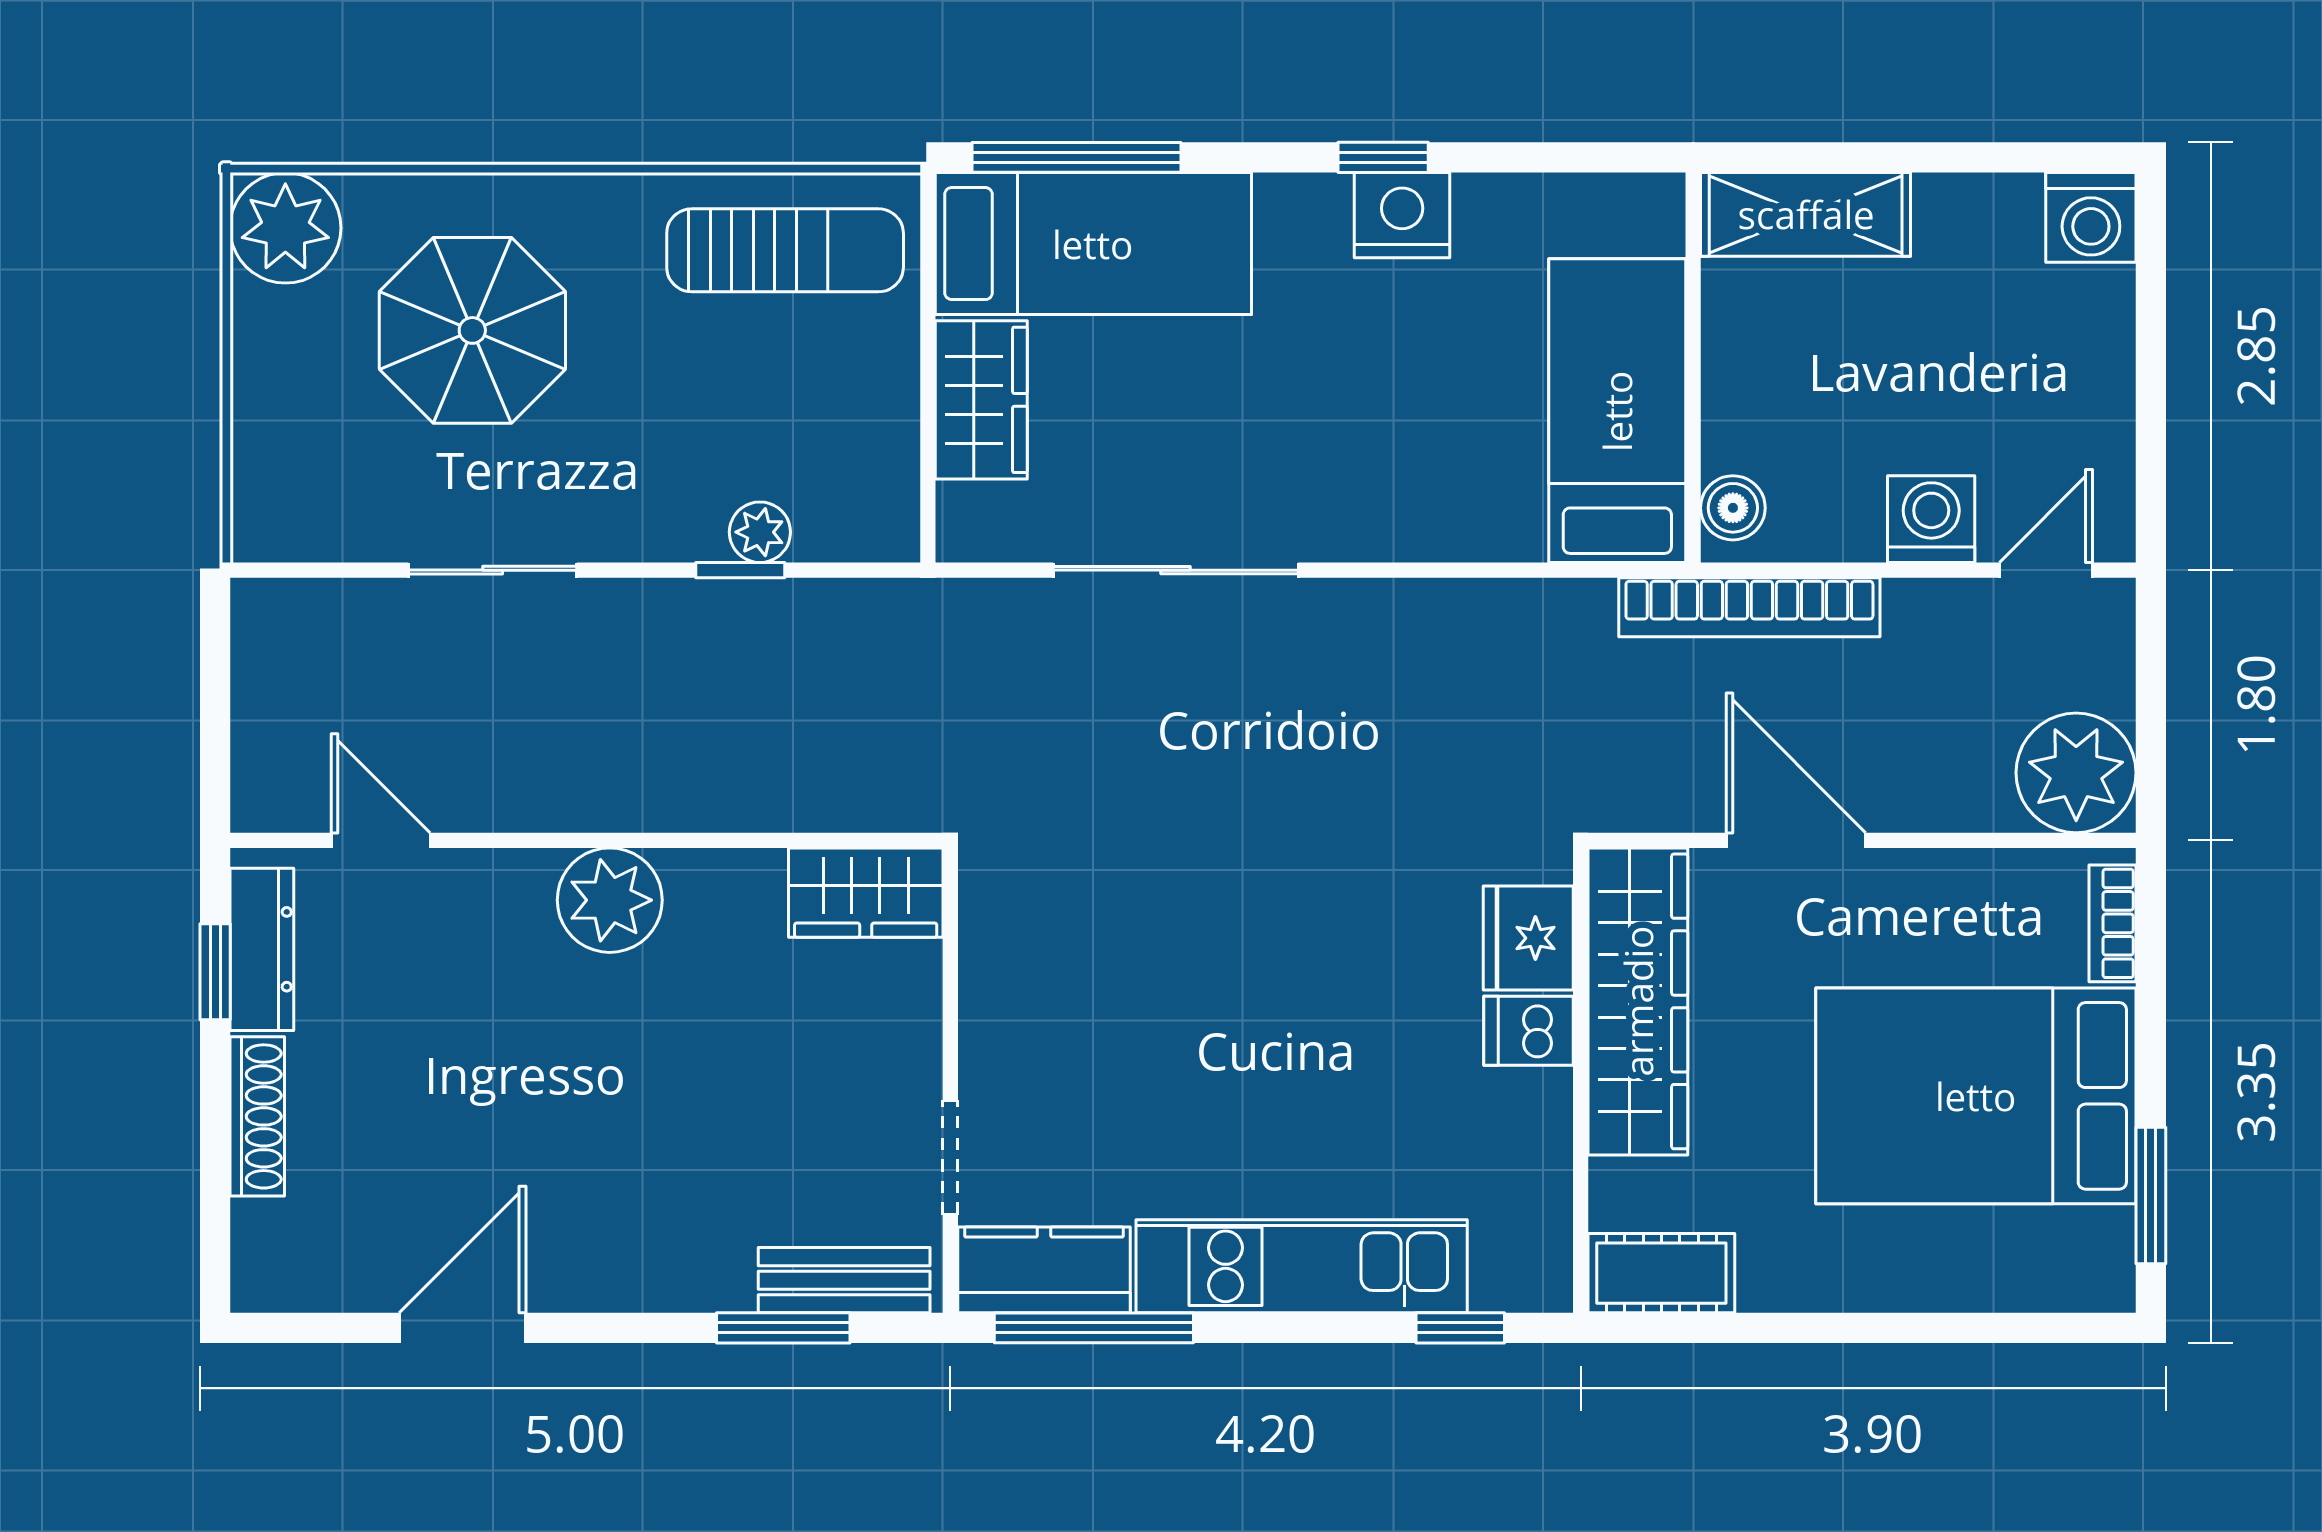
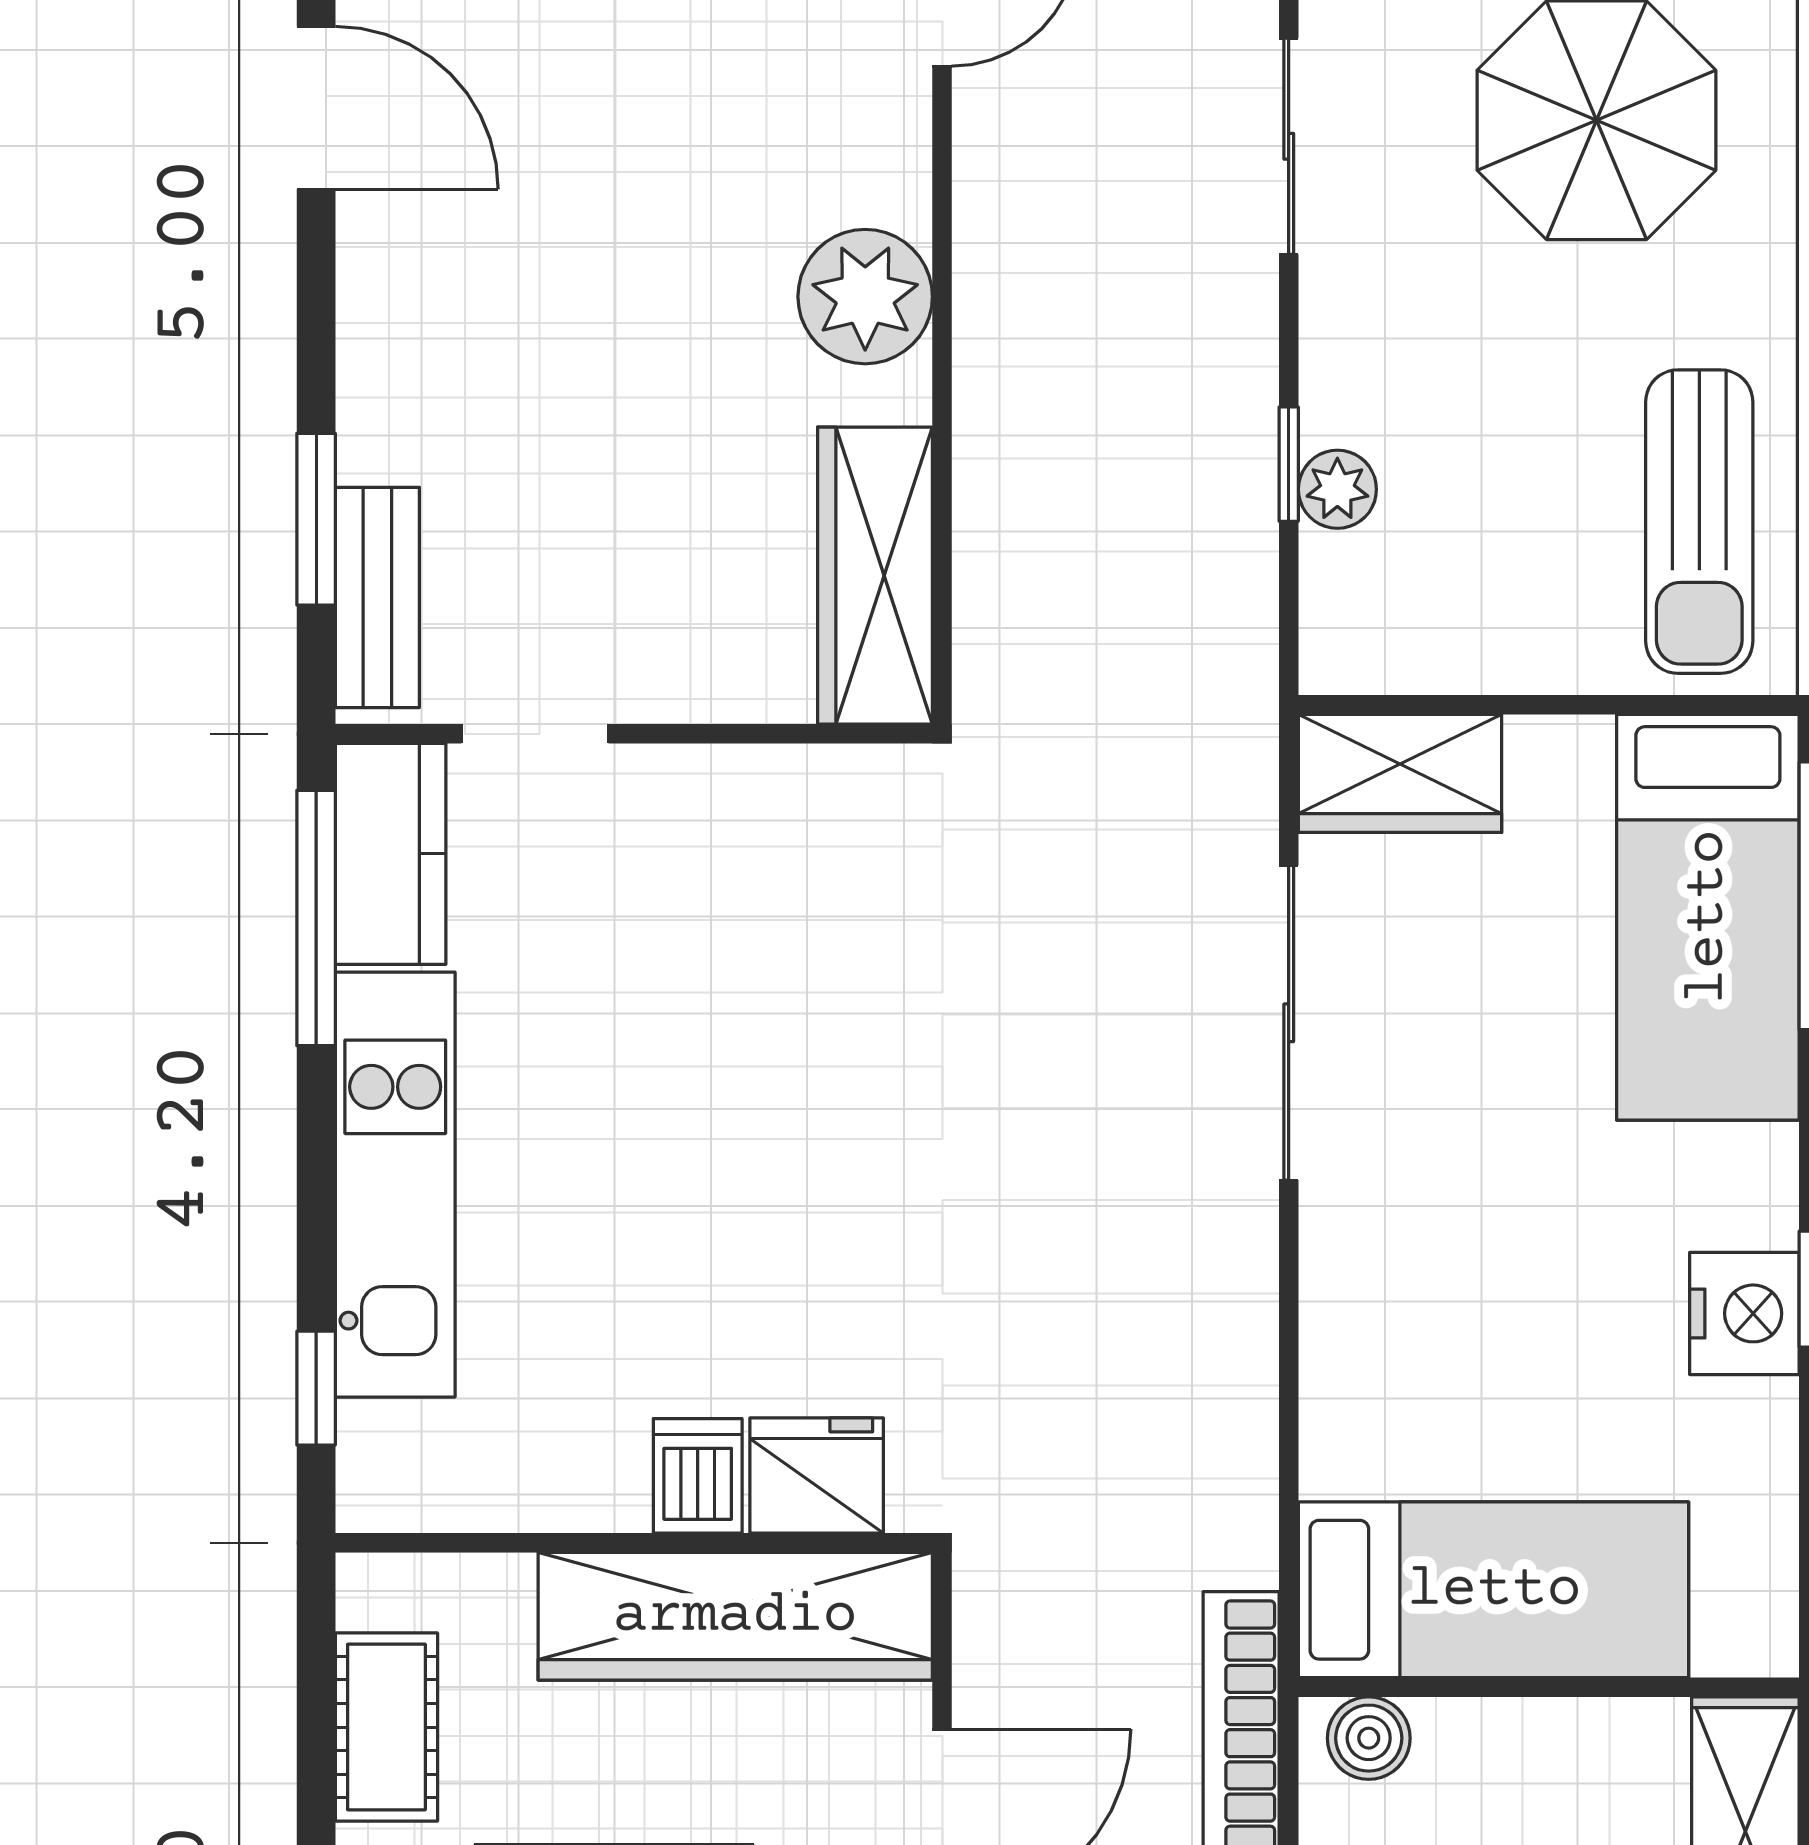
wardrobe: (981, 400) -> (1400, 773), moved
wardrobe: (866, 893) -> (875, 576), width x1.50
cot: (1661, 1273) -> (386, 1727), moved

